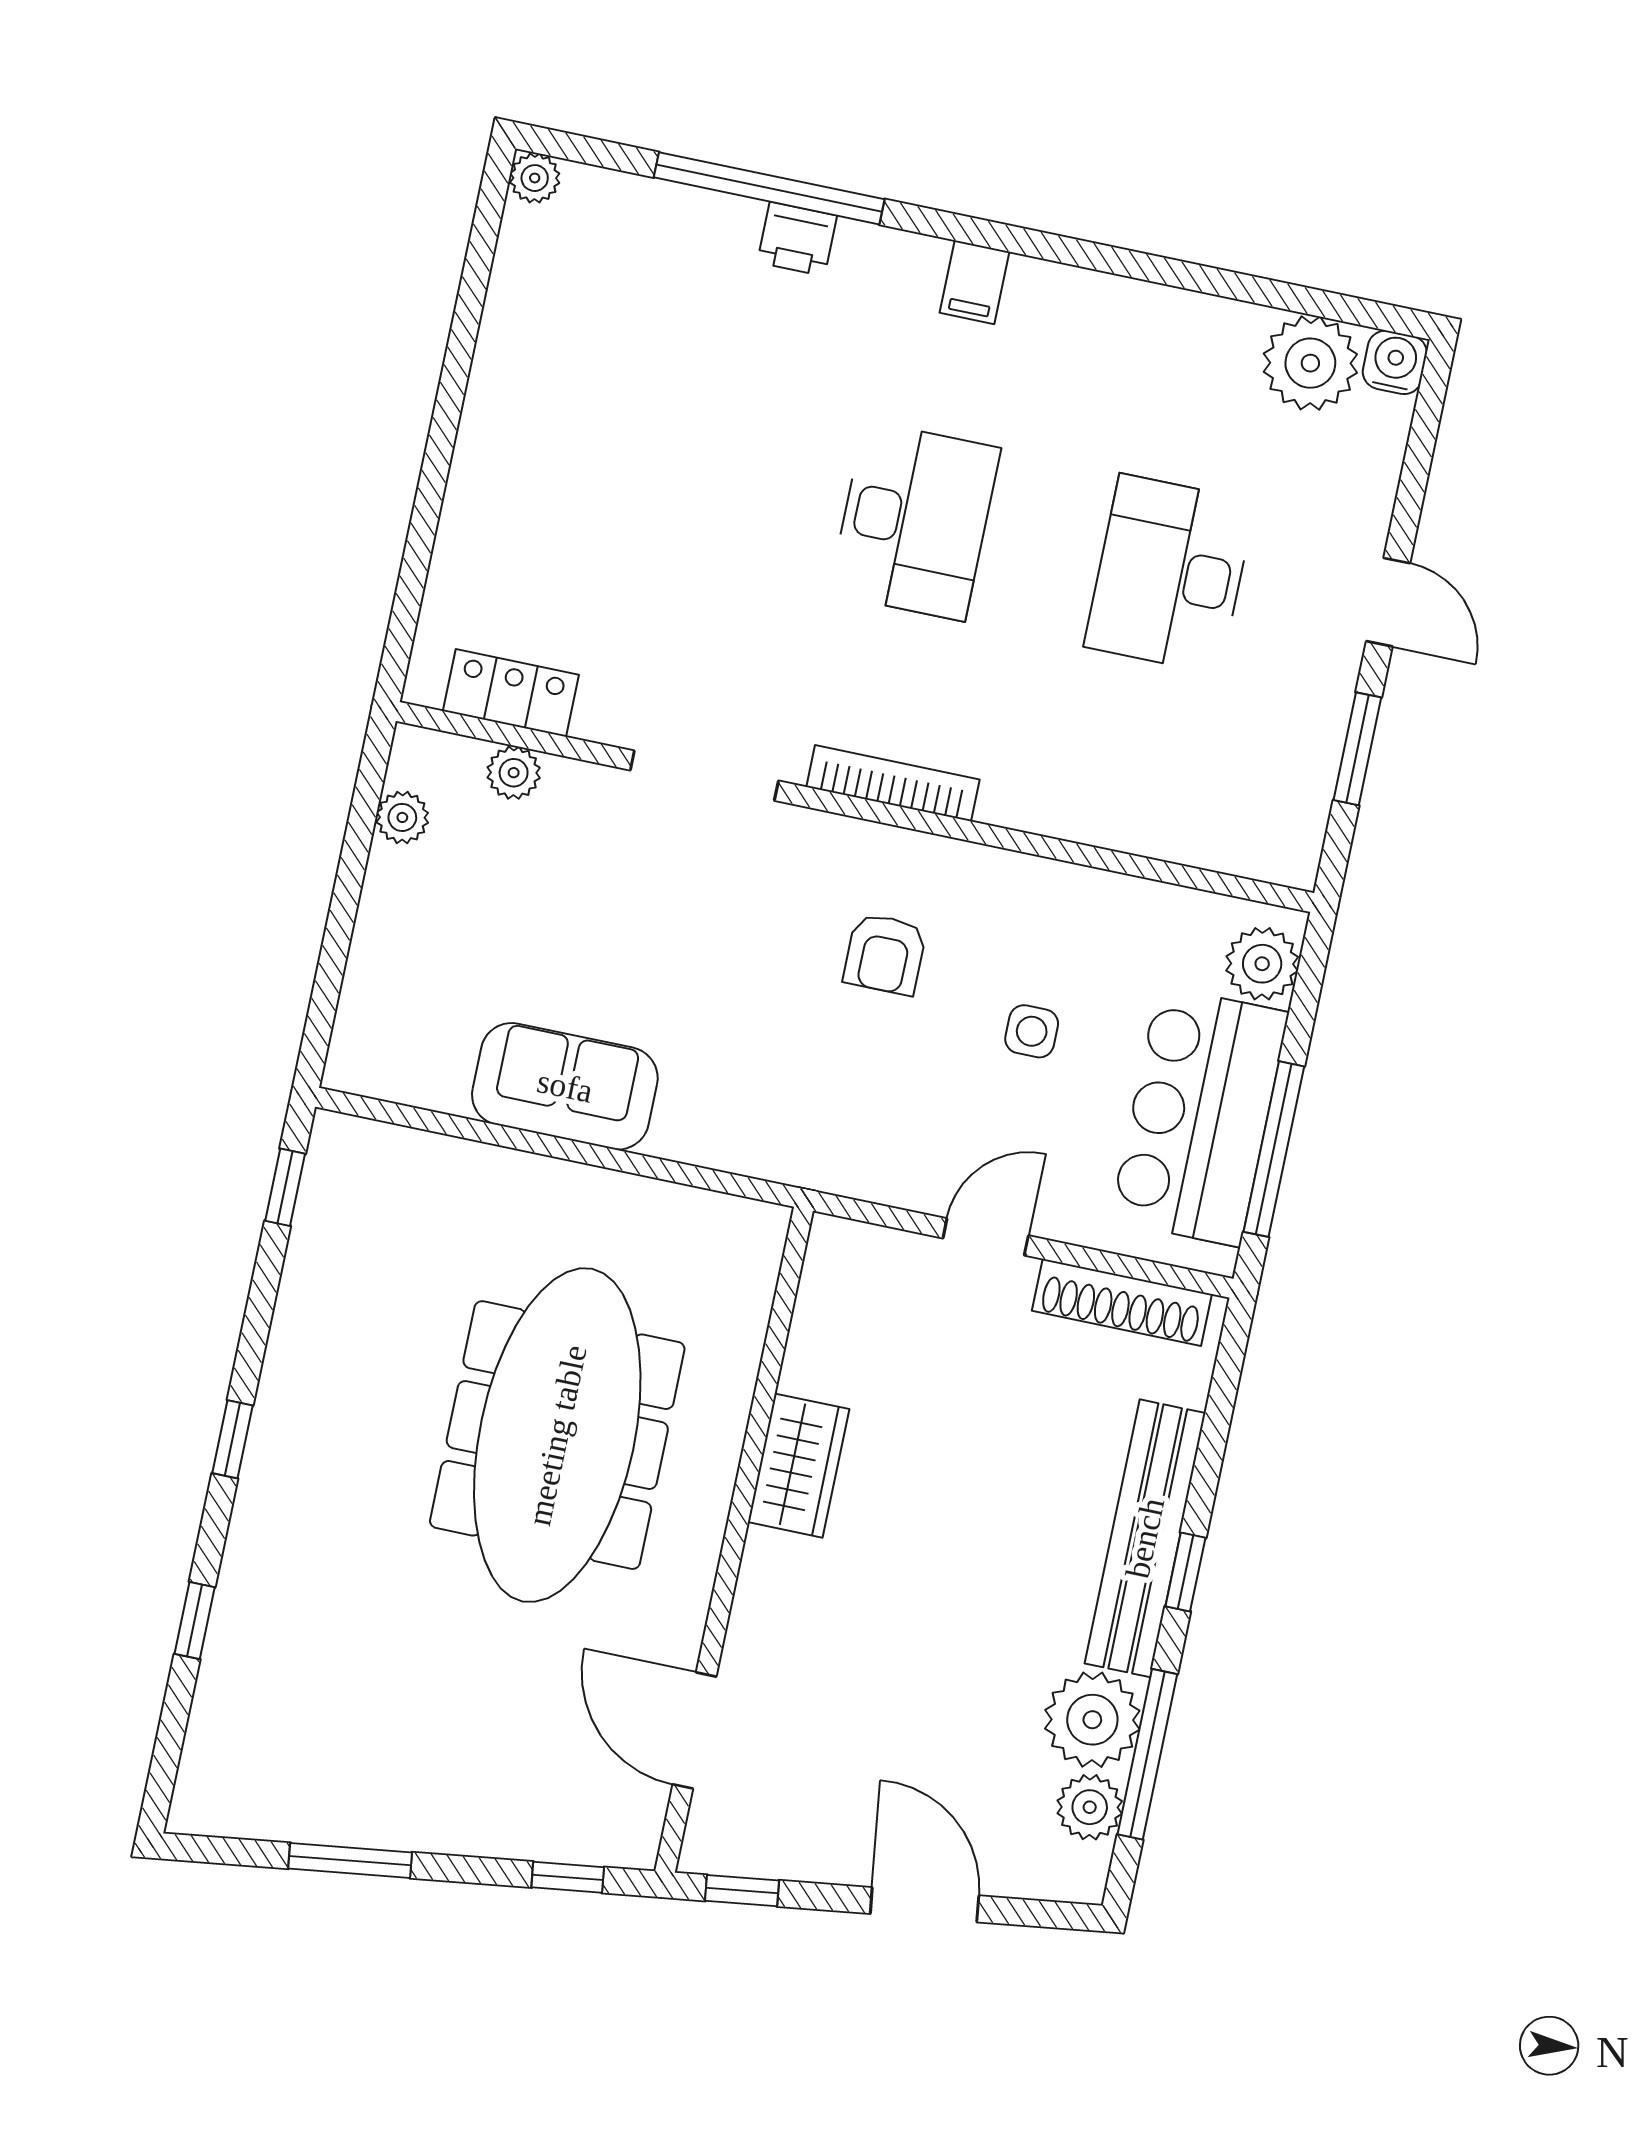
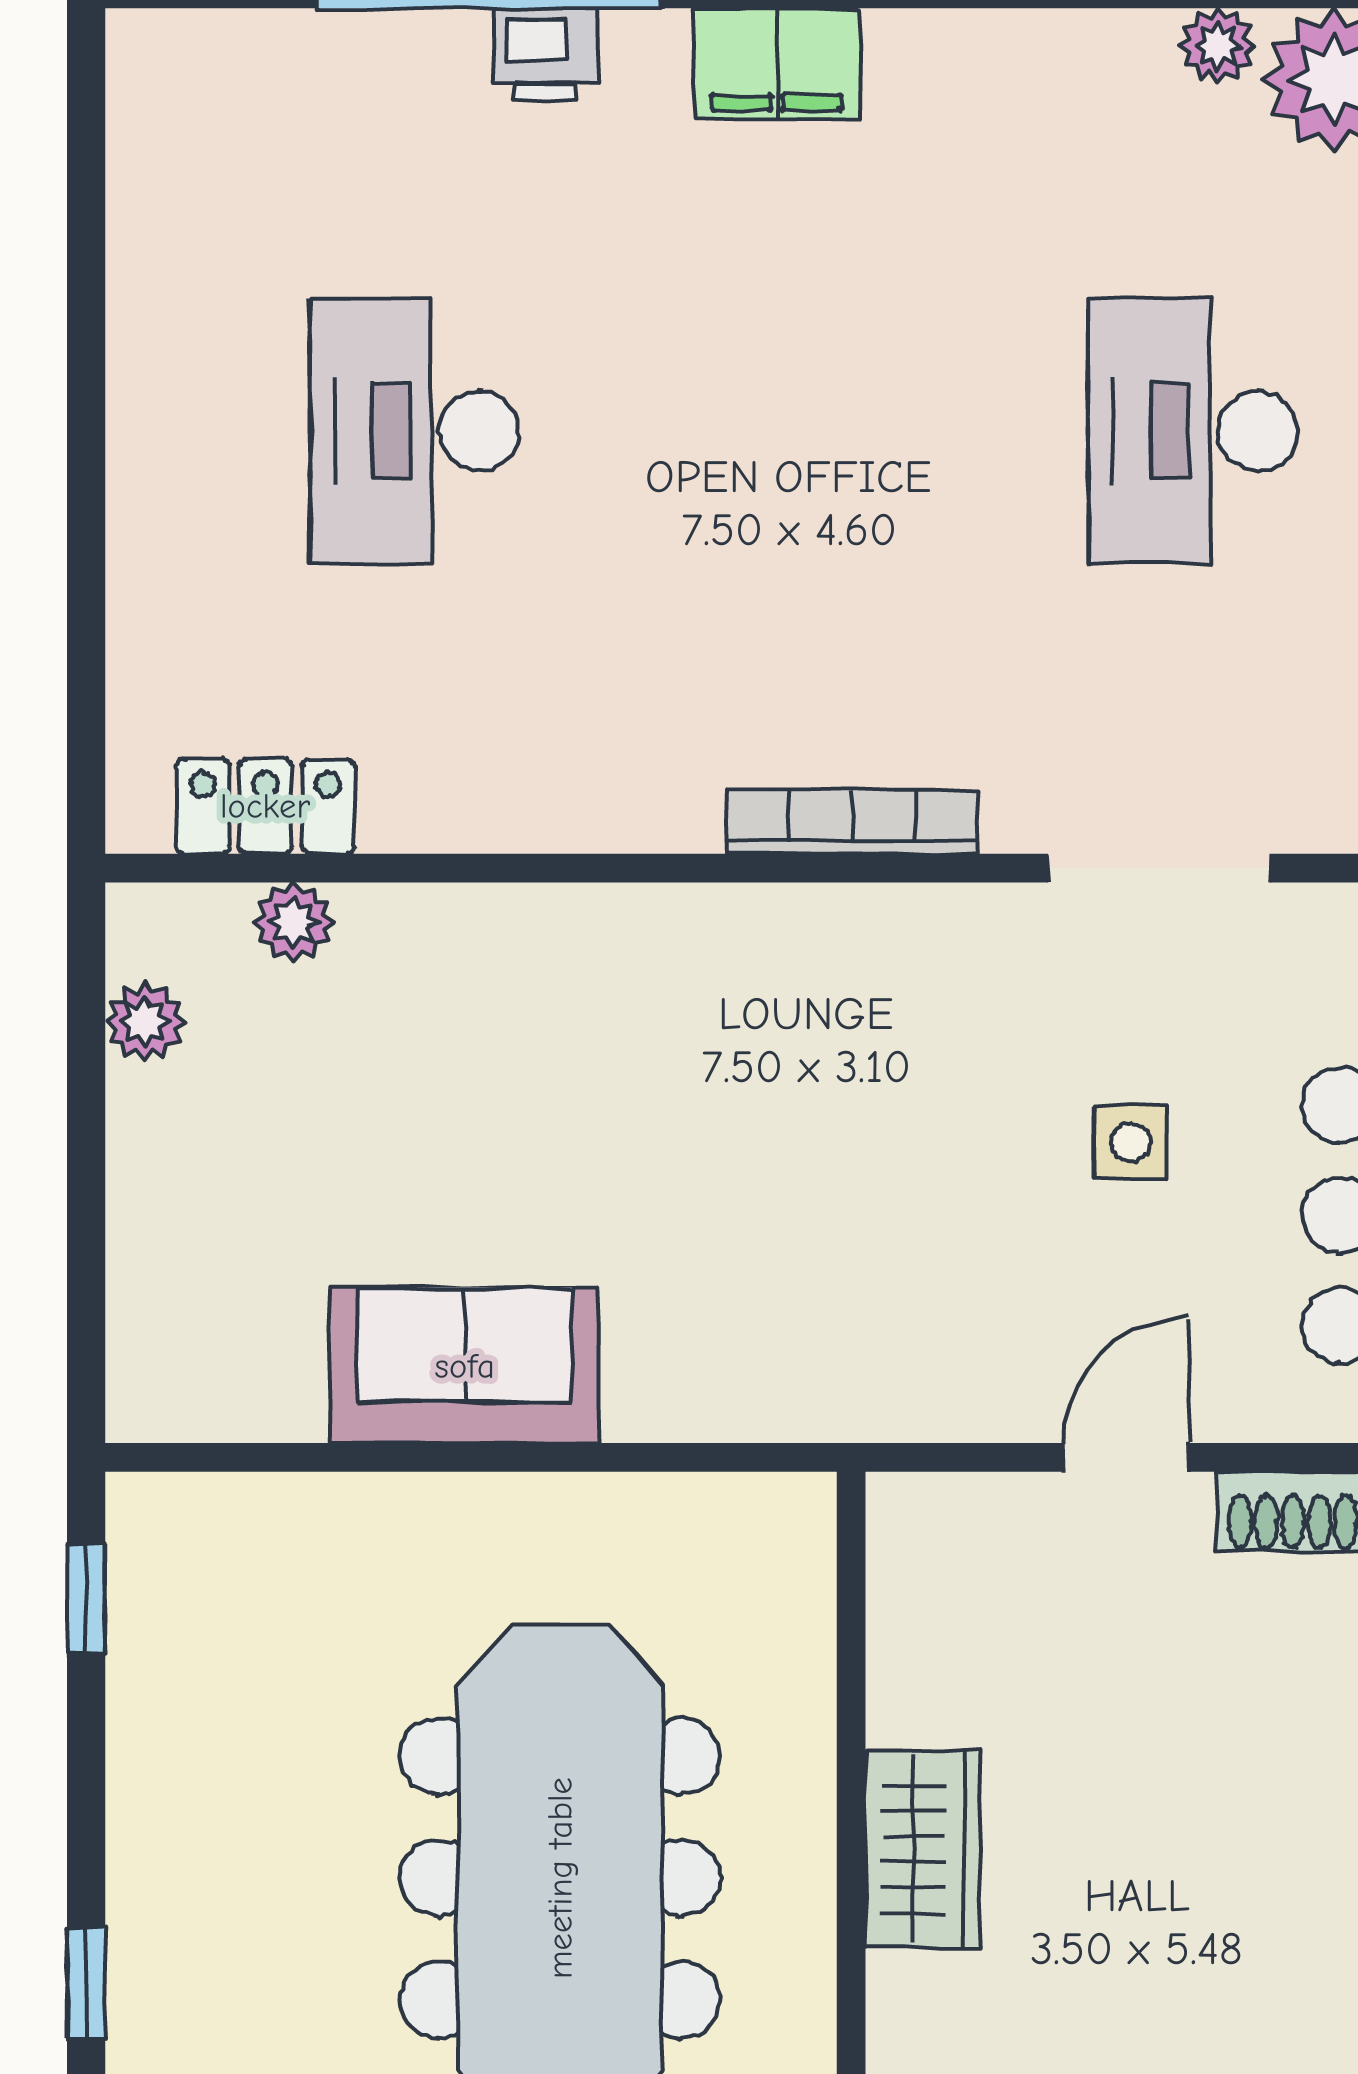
plant: (535, 178) -> (1218, 46), moved
filing cabinet: (974, 282) -> (776, 64), width x2.00
desk: (915, 521) -> (414, 431), moved, turned 180
doorway: (704, 776) -> (1159, 868), moved
armchair: (885, 954) -> (892, 1074), removed

